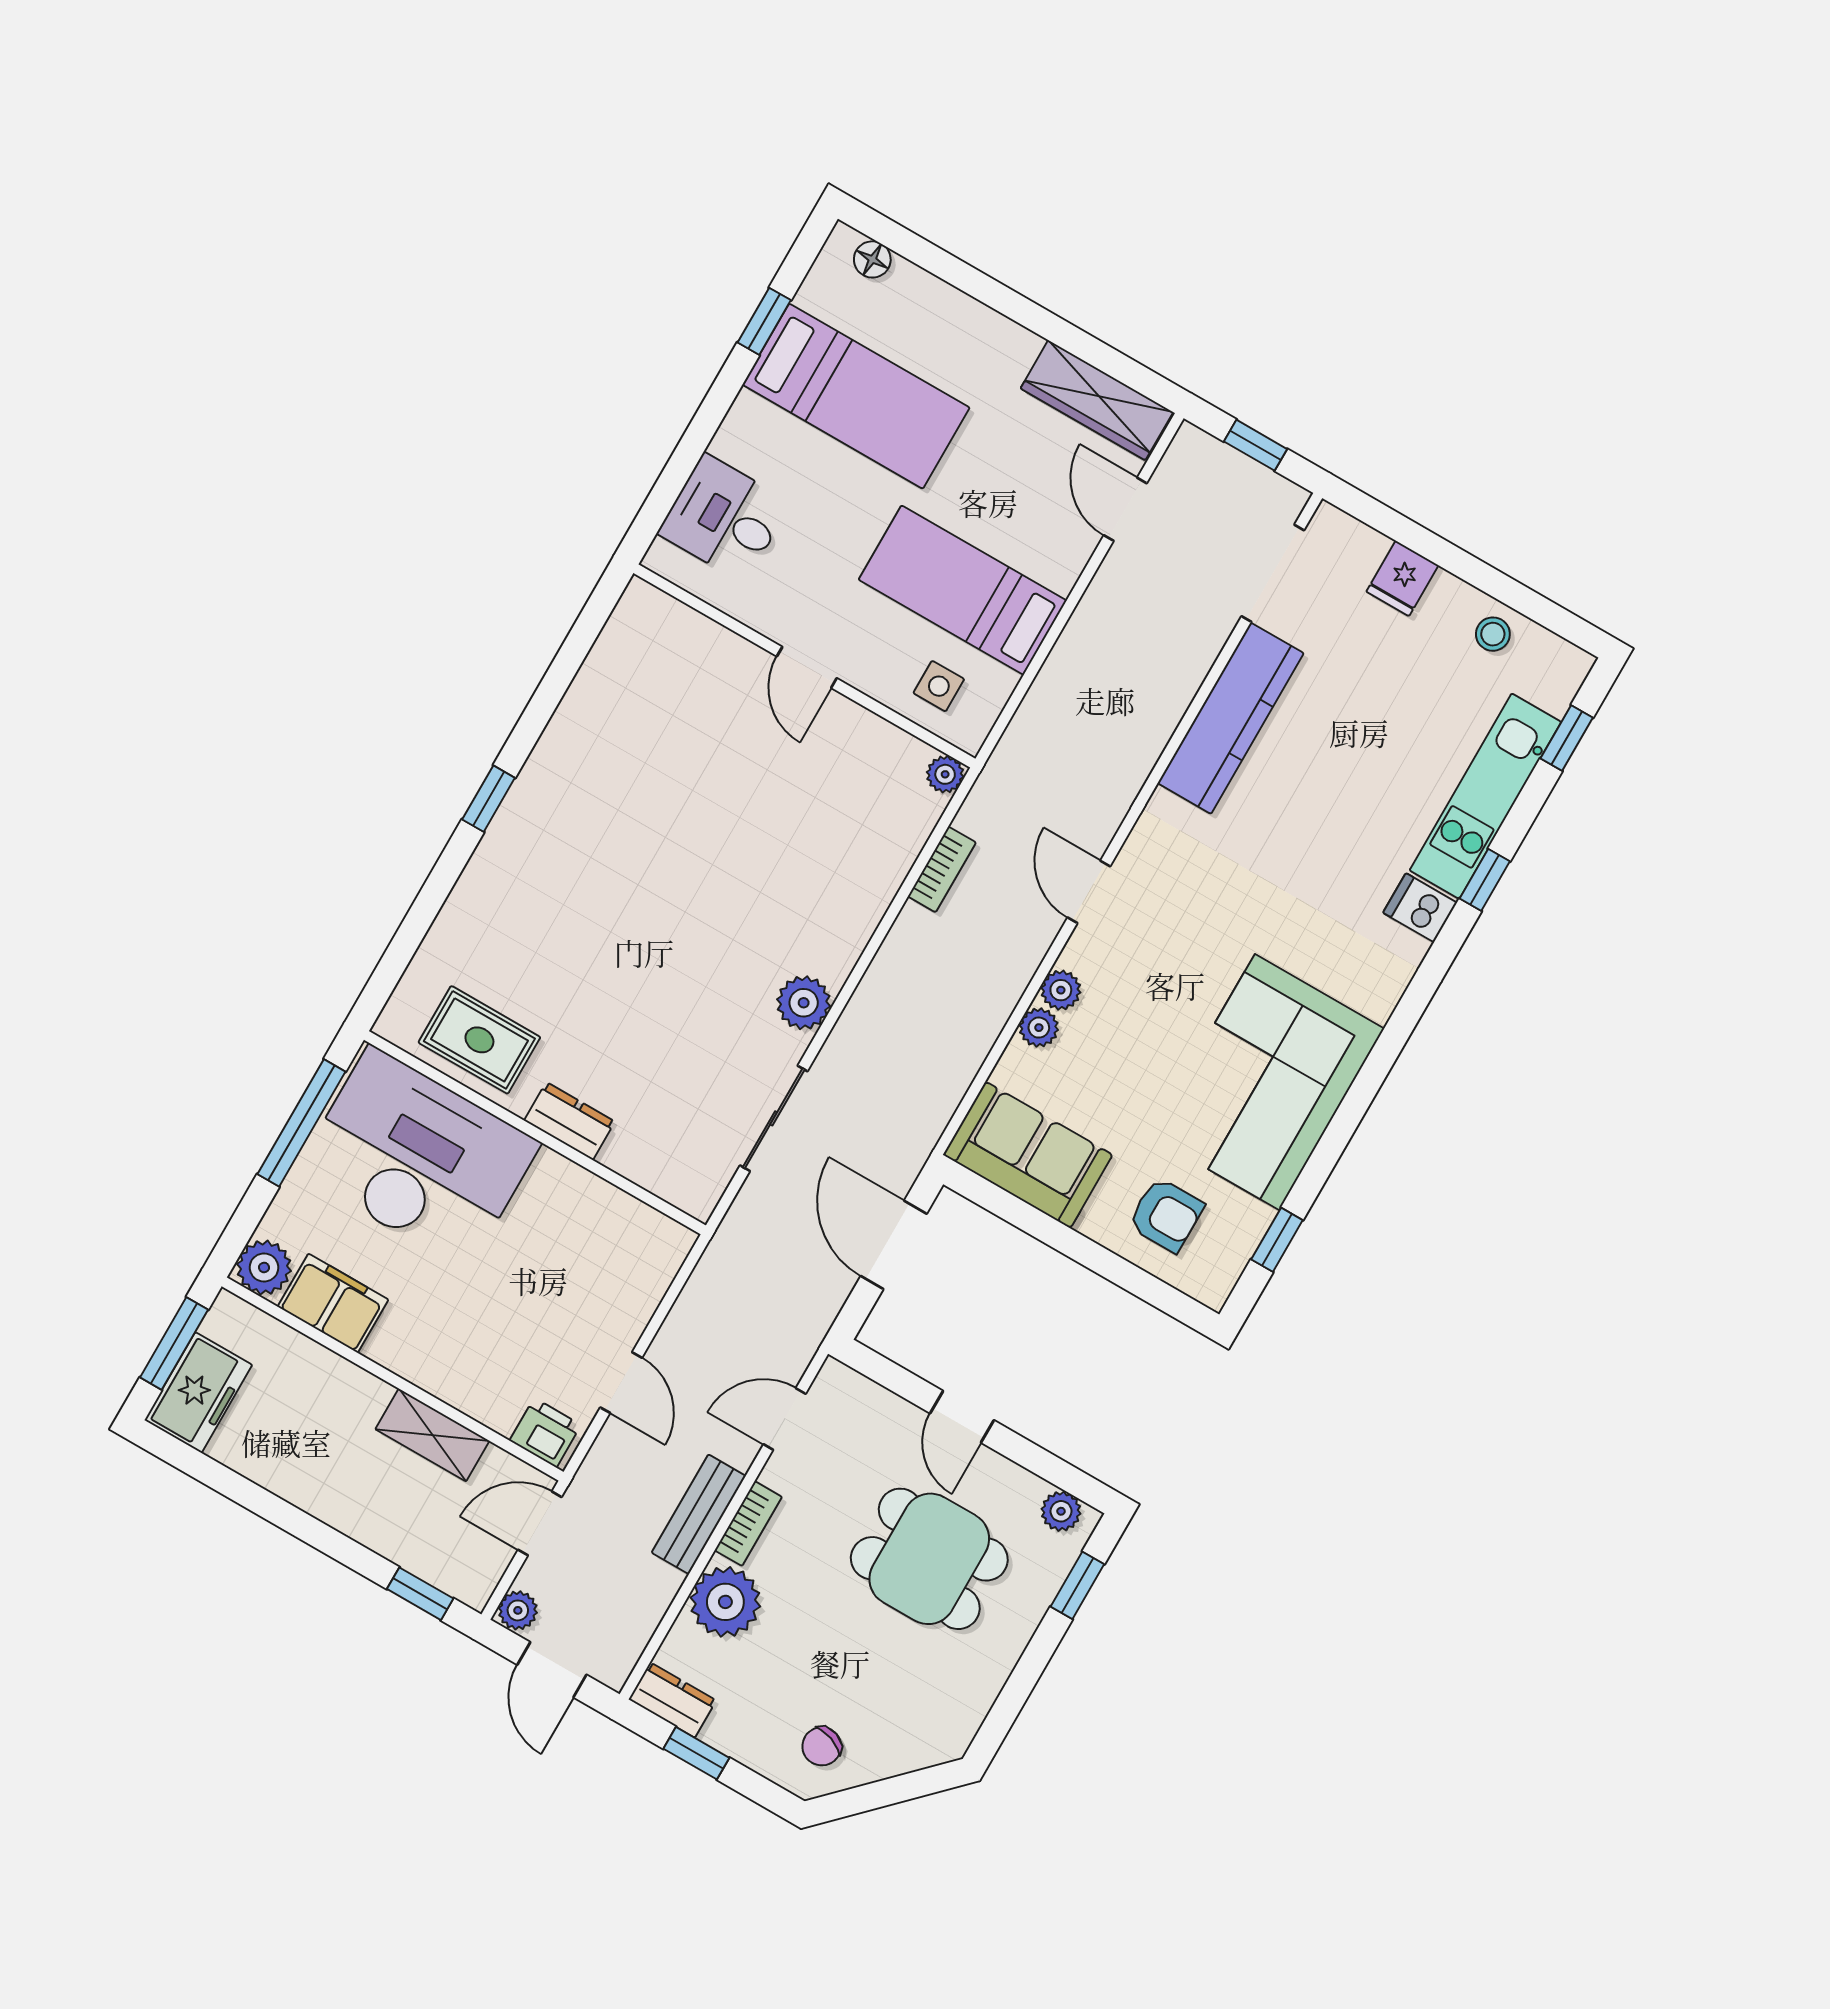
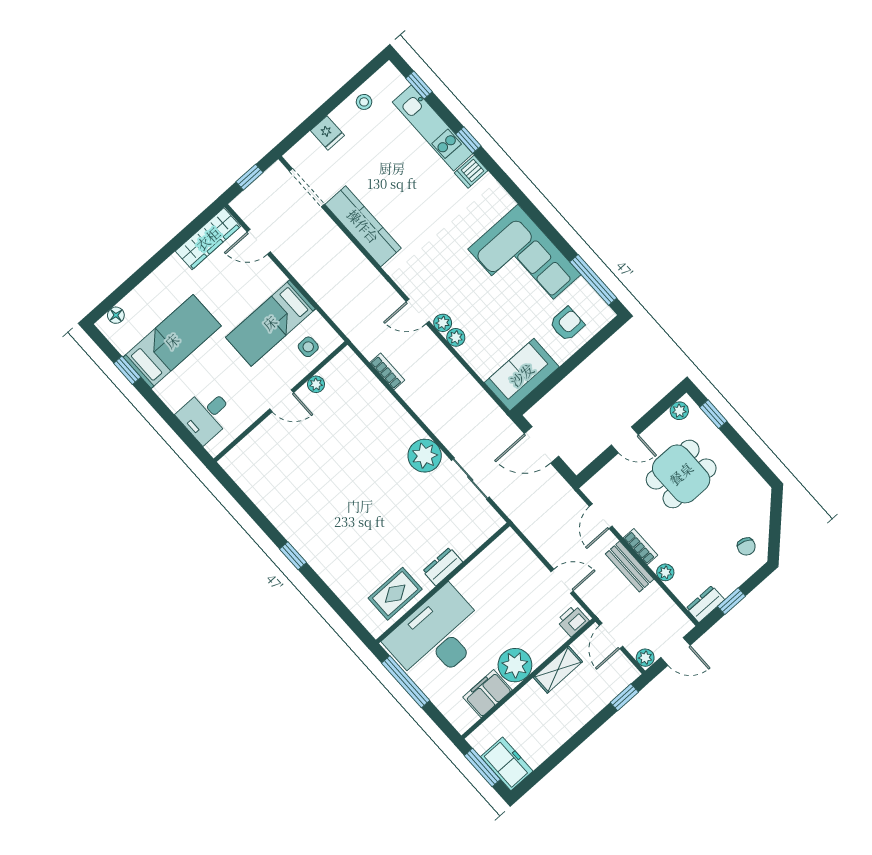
plant: (945, 774) -> (316, 384), moved
plant: (804, 1003) -> (425, 456), width x1.36, depth x1.36
plant: (1039, 1028) -> (443, 323), moved
window: (1277, 1240) -> (593, 280), width x2.17
plant: (264, 1267) -> (515, 665), moved, width x1.36, depth x1.36
plant: (725, 1602) -> (665, 572), width x0.53, depth x0.53

